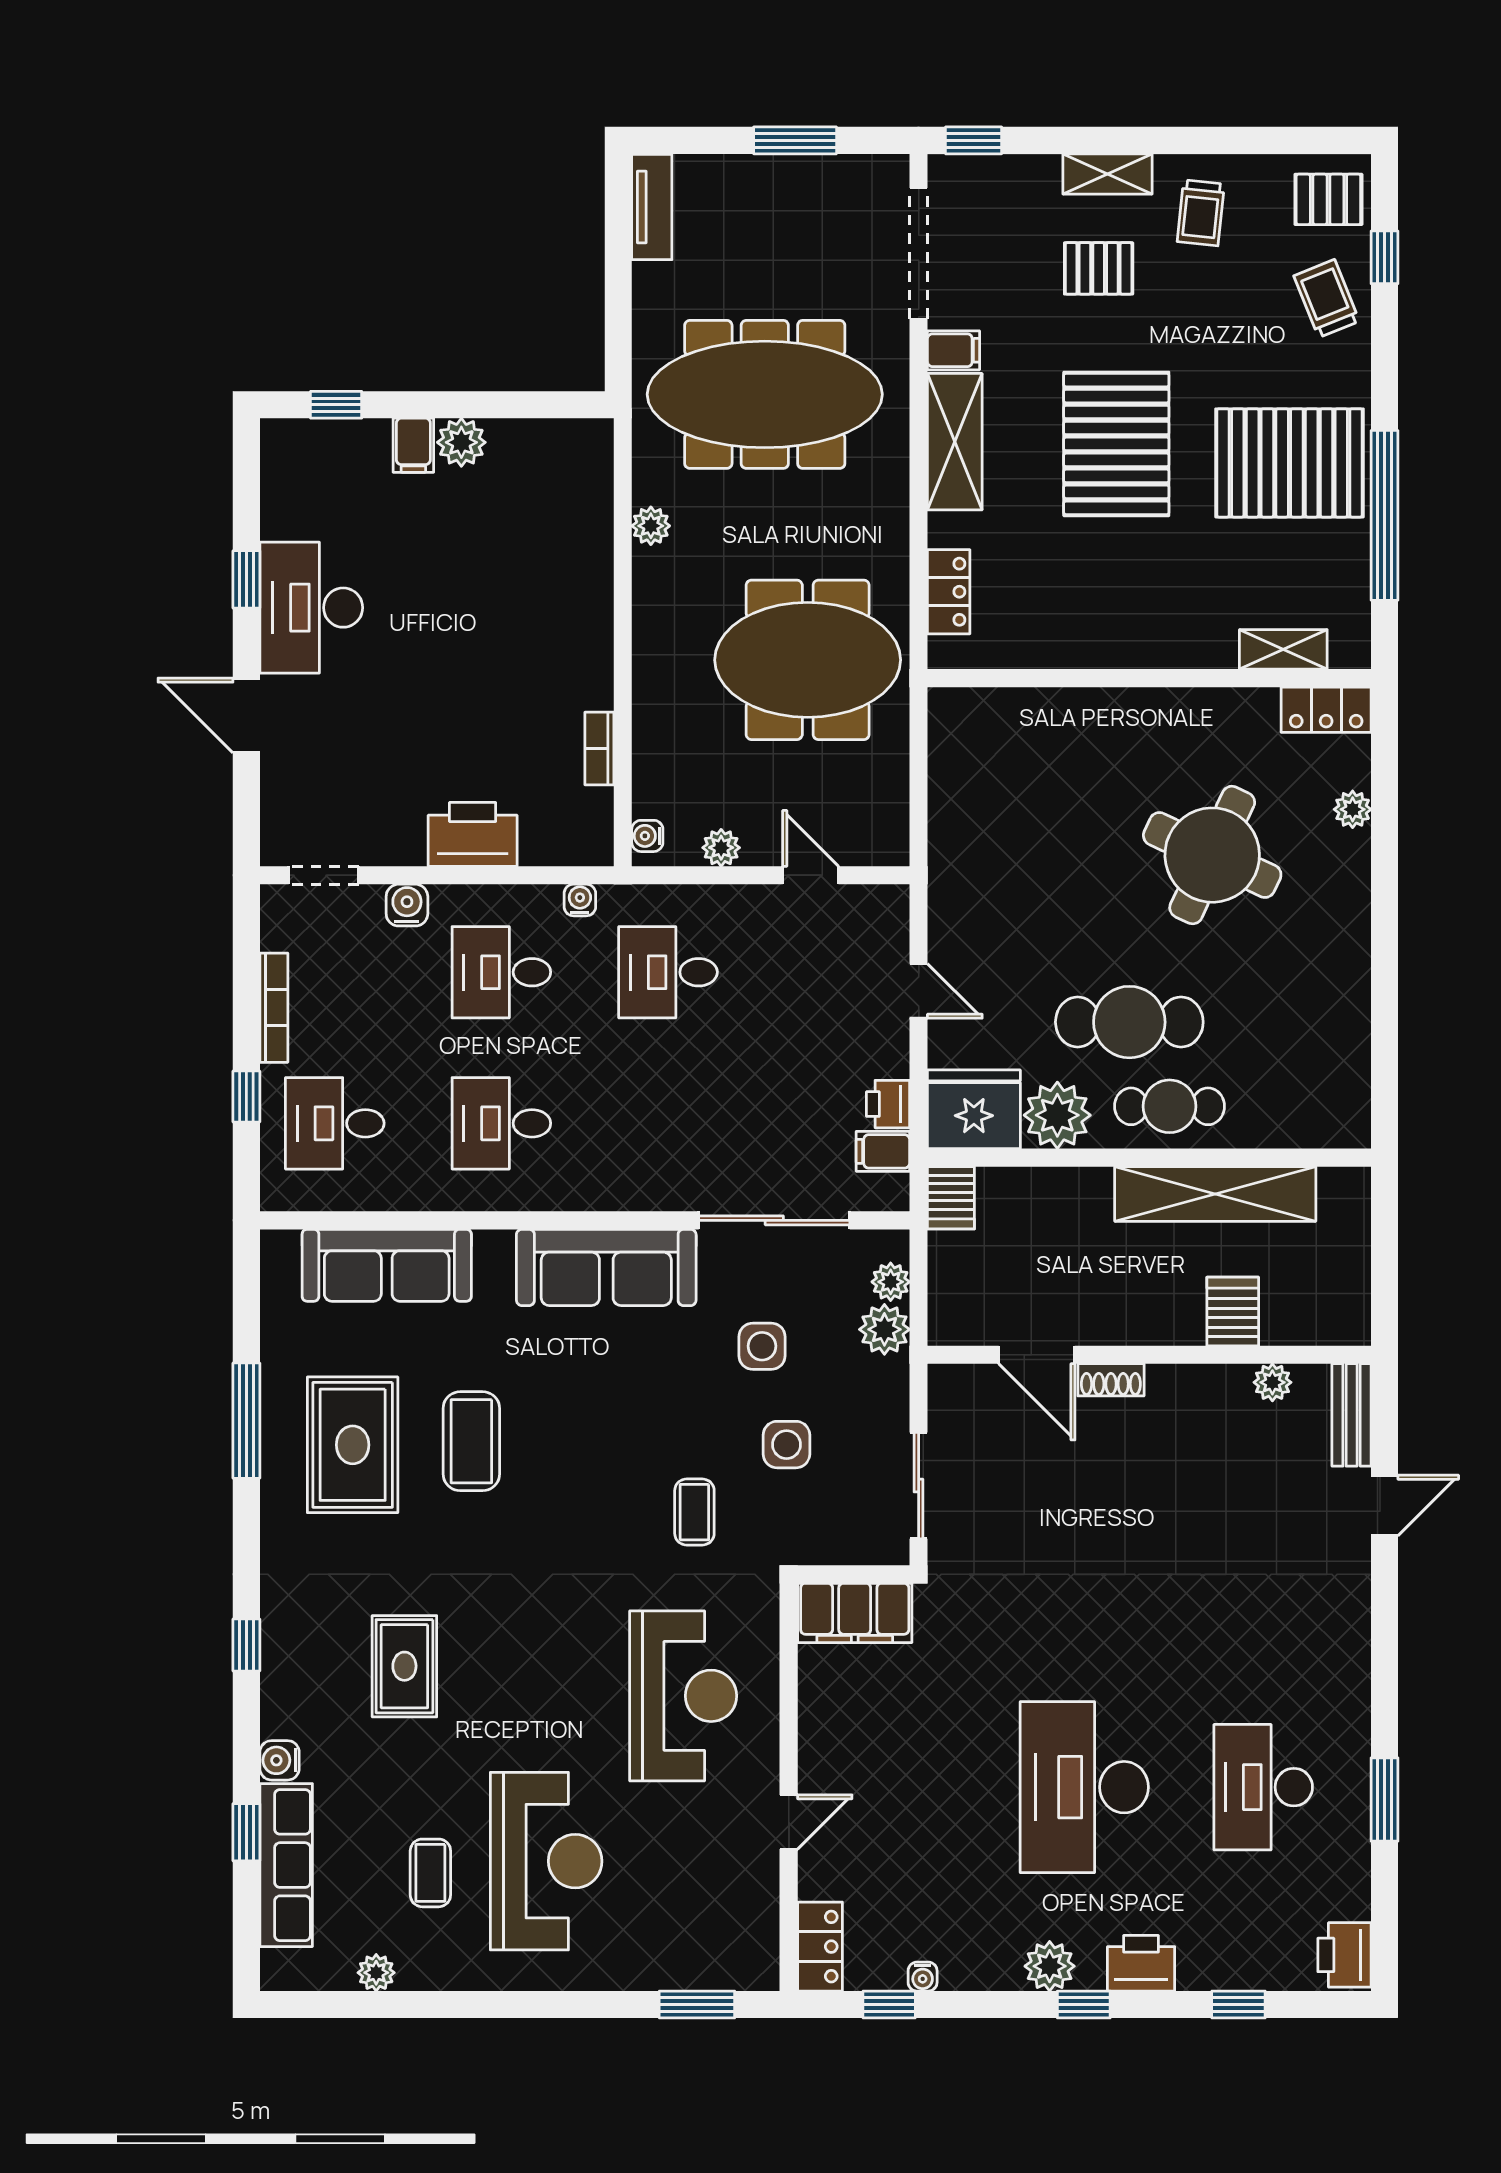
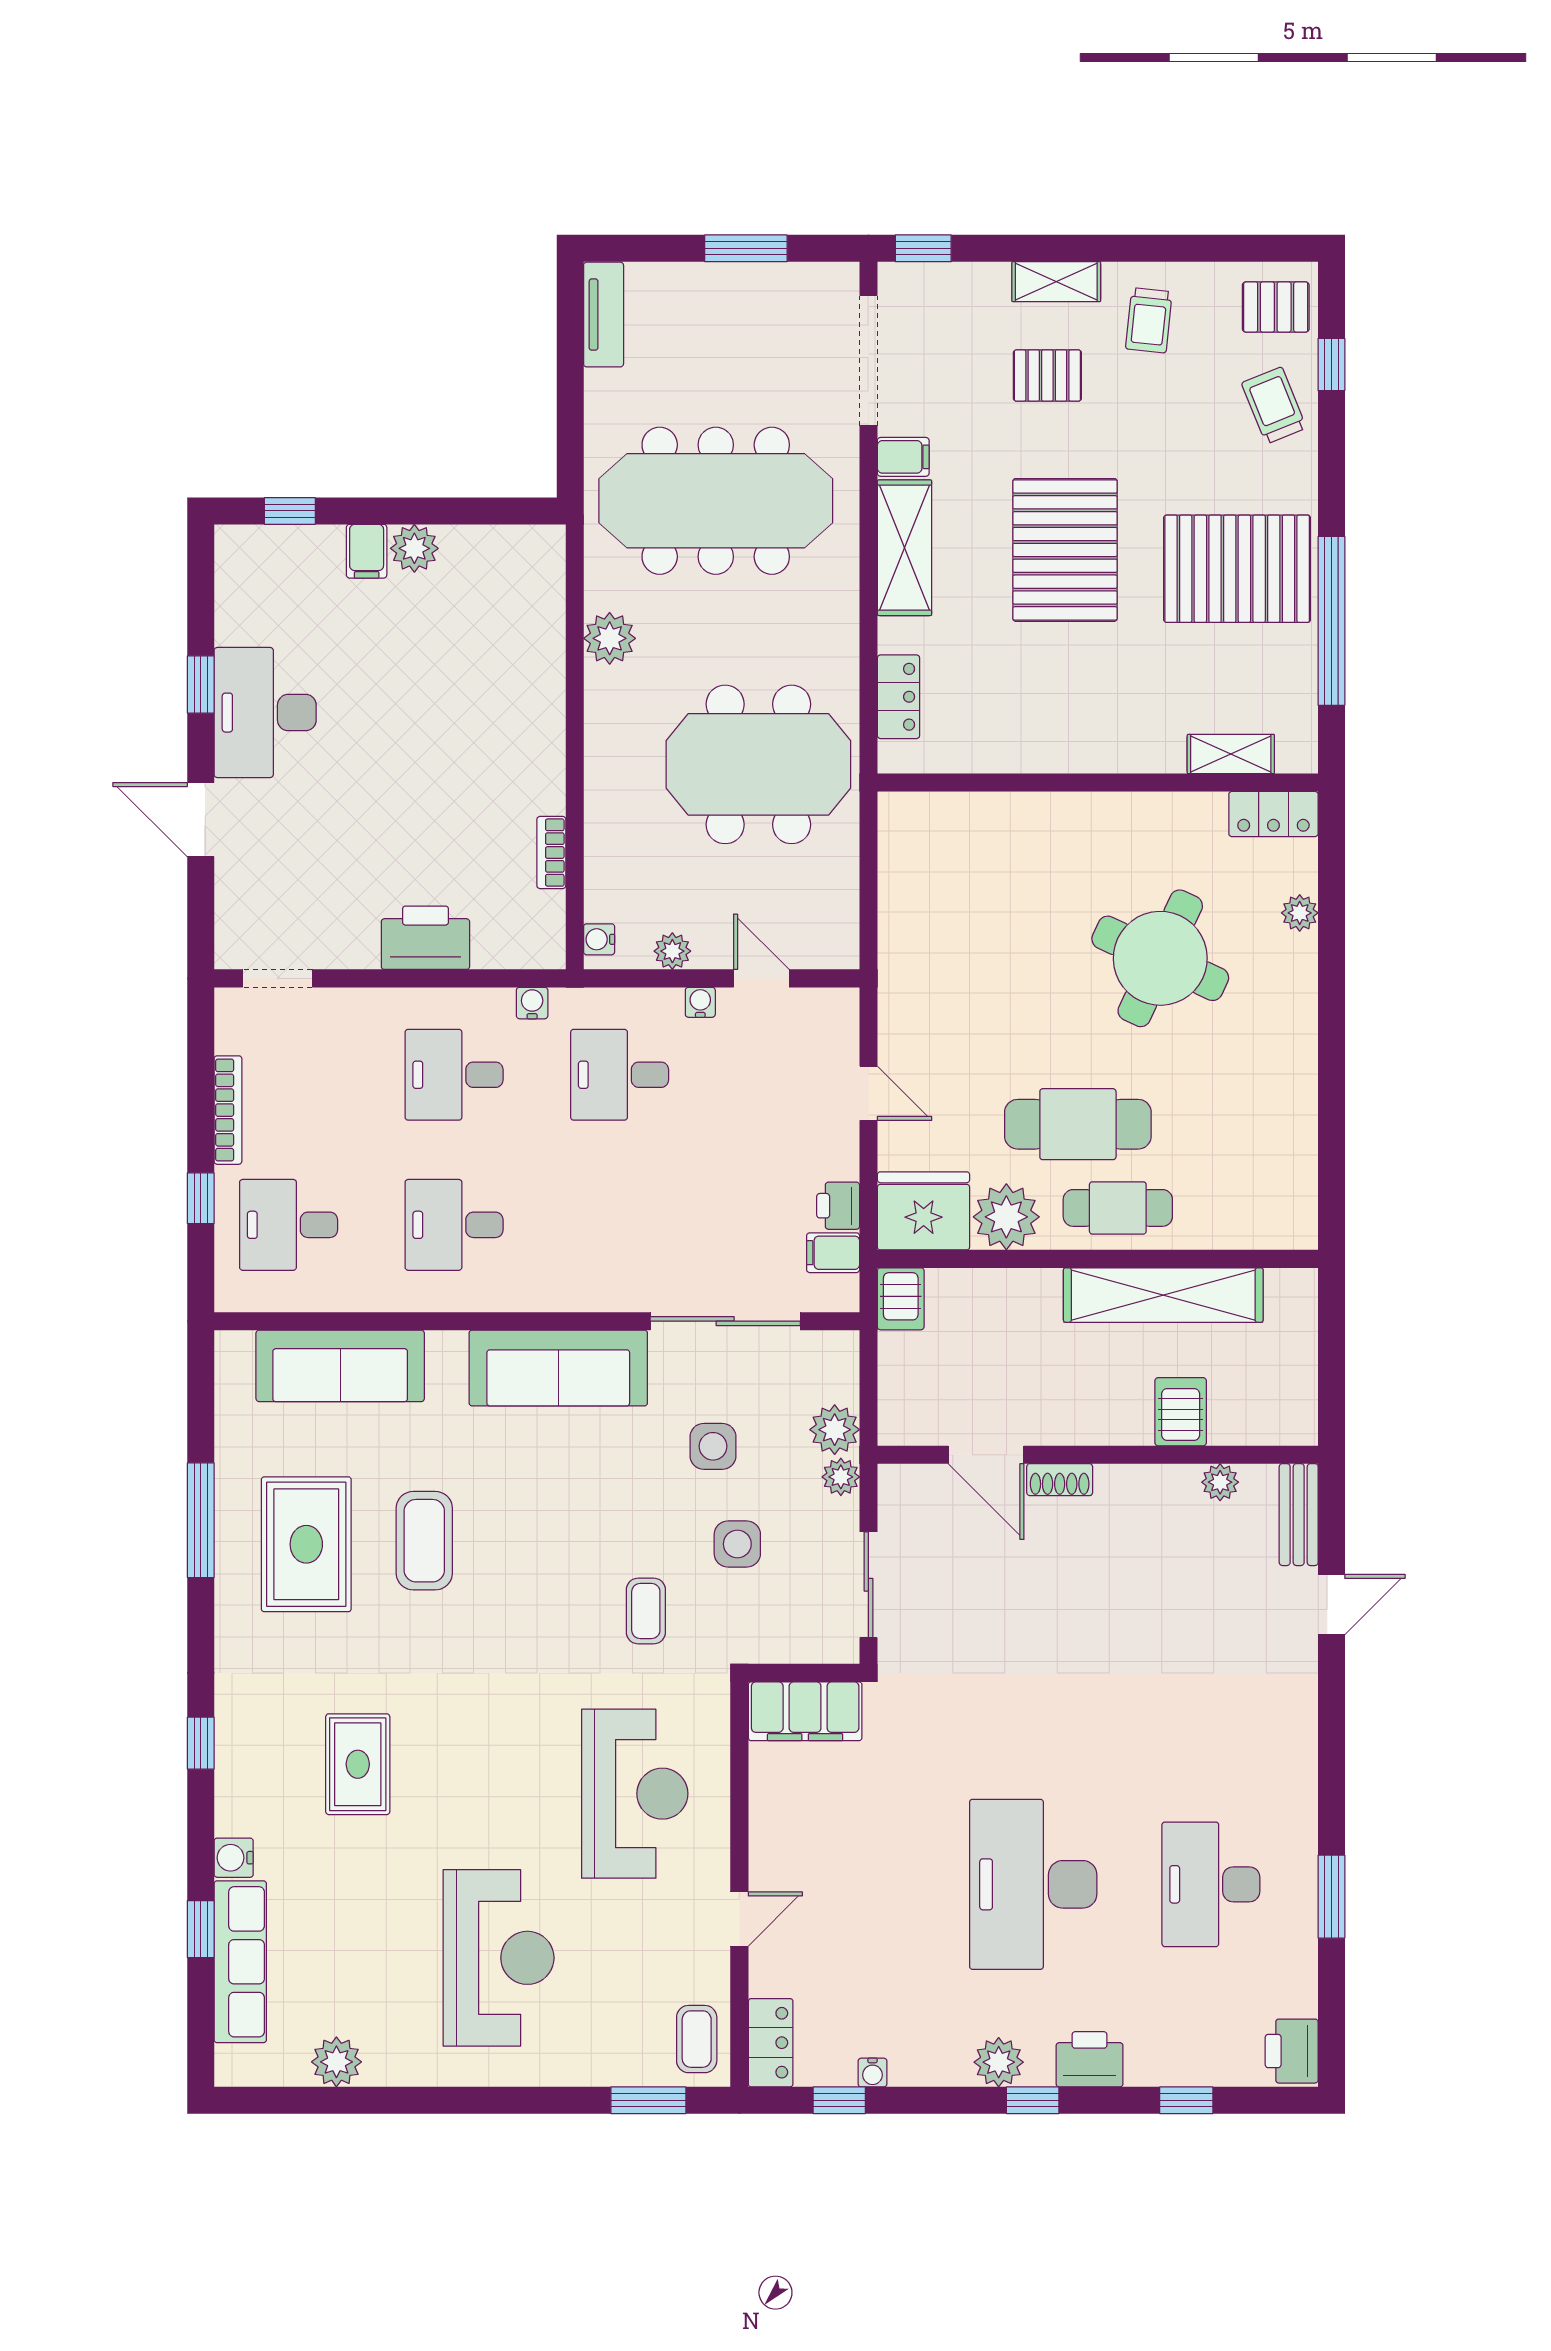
plant: (651, 526) -> (610, 638), width x1.38, depth x1.38
water cooler: (407, 905) -> (700, 1002), moved, width x0.72, depth x0.72
plant: (891, 1282) -> (841, 1477), moved
coffee table: (430, 1873) -> (697, 2039), moved
plant: (376, 1973) -> (336, 2062), width x1.38, depth x1.38

